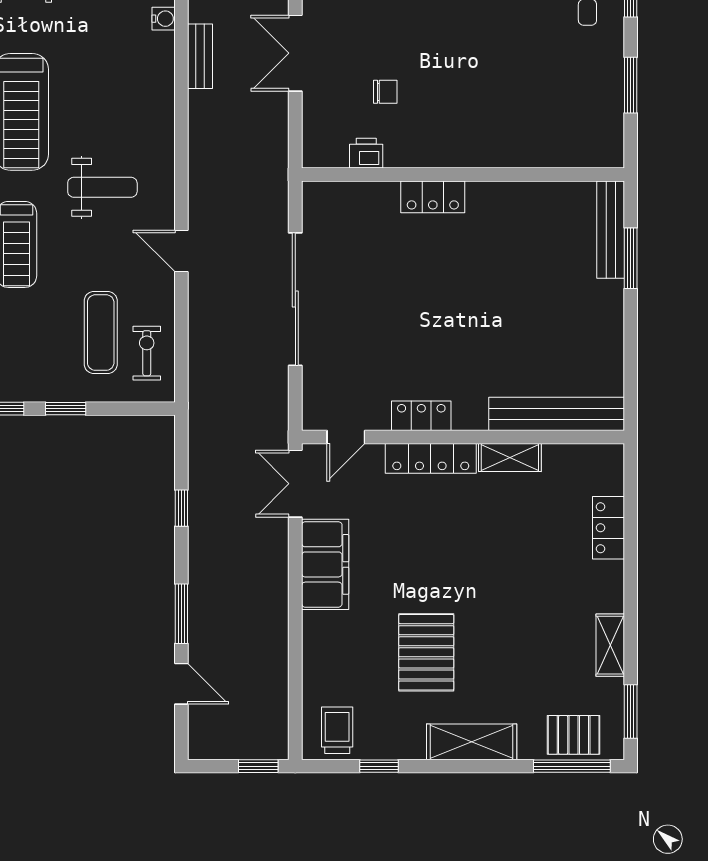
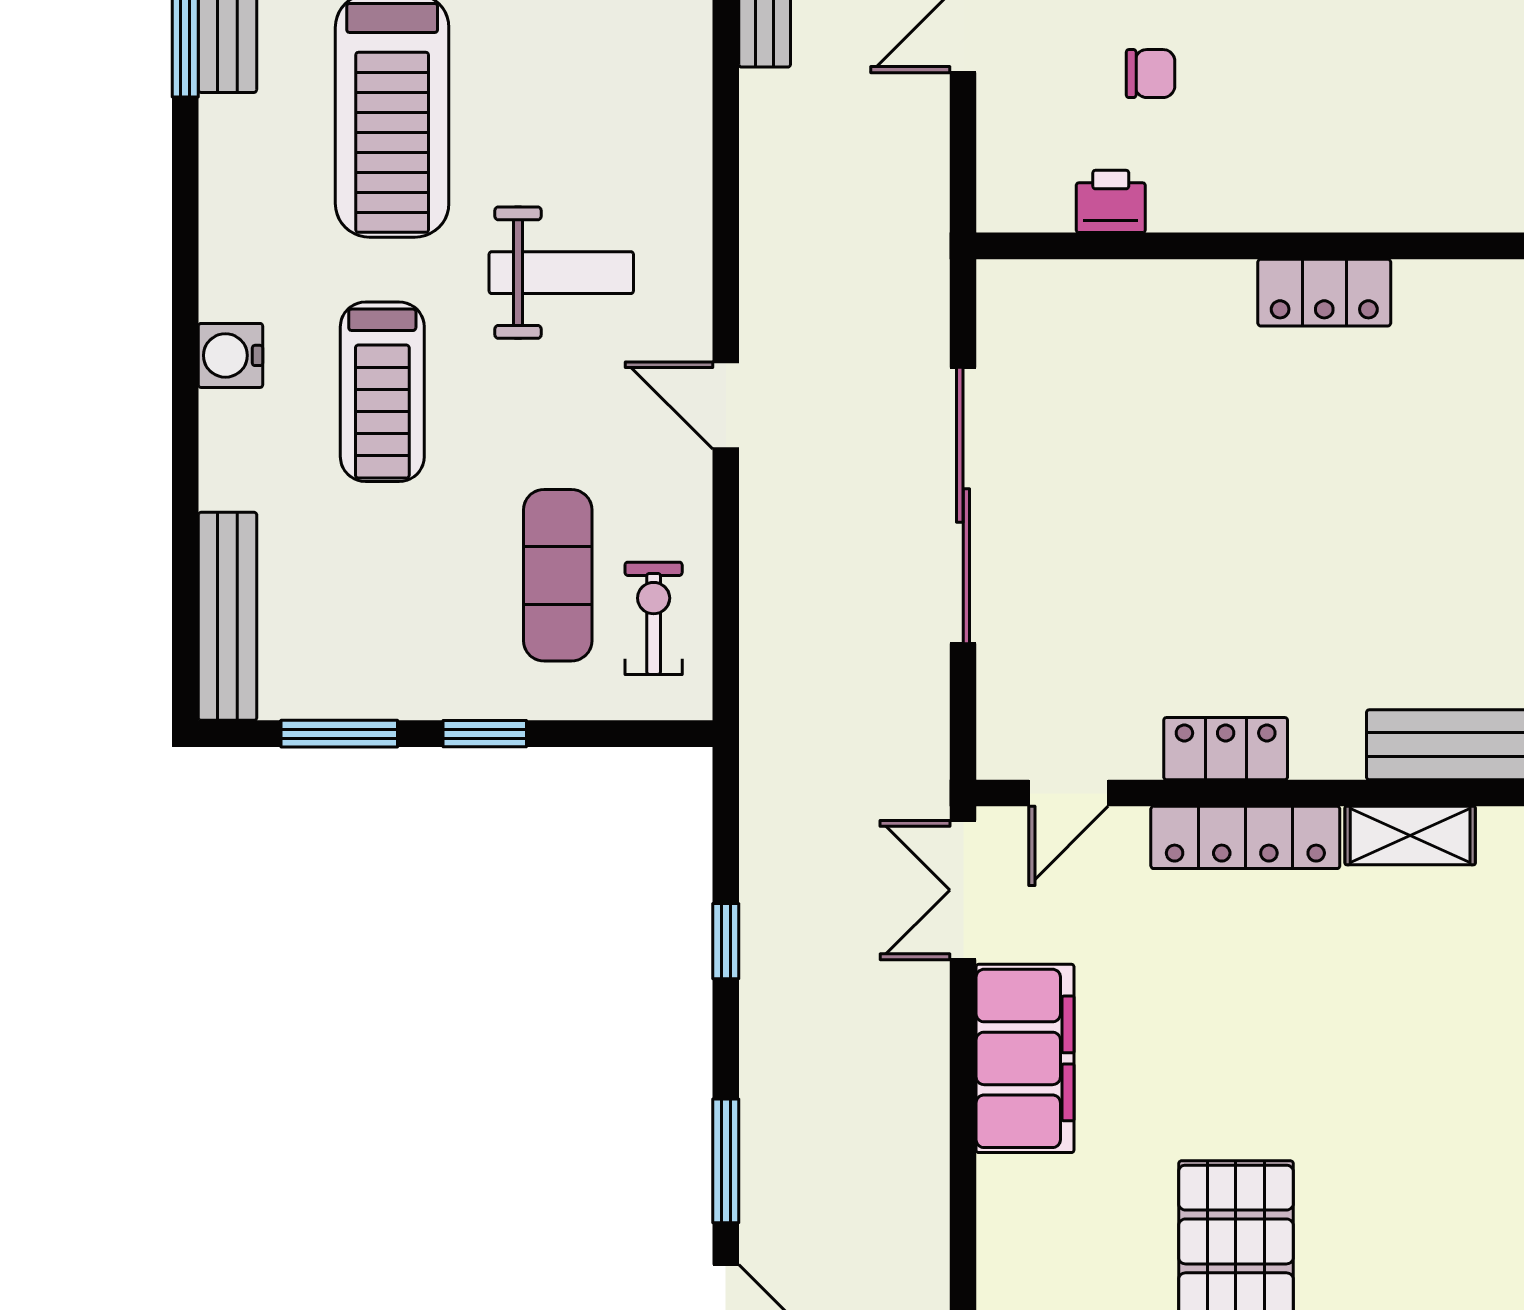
locker: (433, 197) -> (1324, 293), moved

